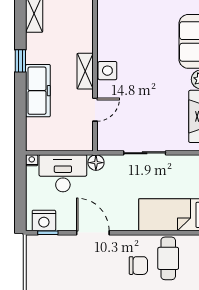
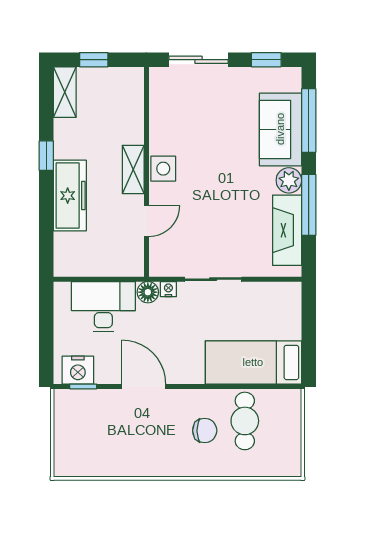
nightstand: (32, 160) -> (168, 289), moved

